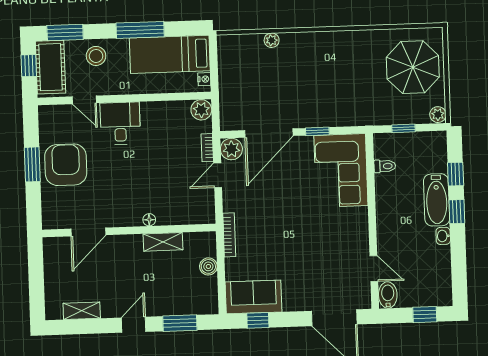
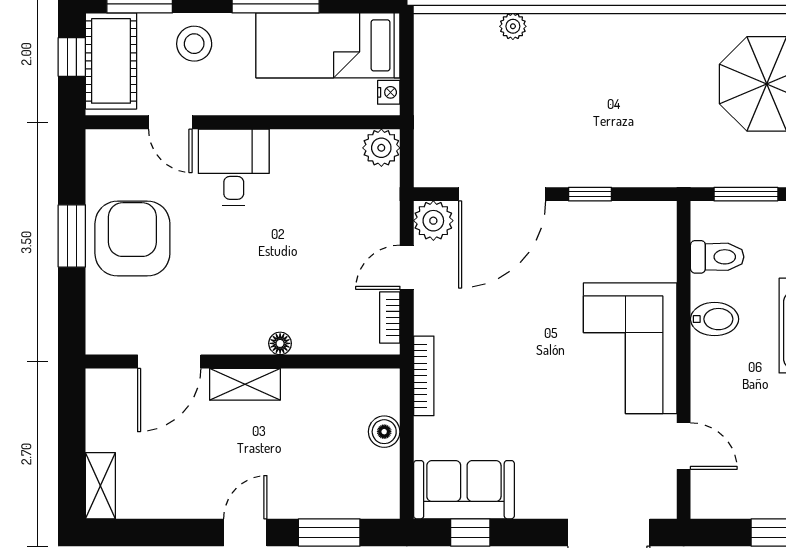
window: (403, 128) -> (746, 194), width x1.50
bookcase: (207, 148) -> (390, 317), moved
toilet: (385, 166) -> (717, 257), width x1.37, depth x1.39
corner sofa: (341, 170) -> (630, 348), moved
shelving: (163, 242) -> (245, 384), moved
bidet: (388, 295) -> (715, 319), moved, turned 90
shelving: (82, 311) -> (100, 486), moved, turned 90

